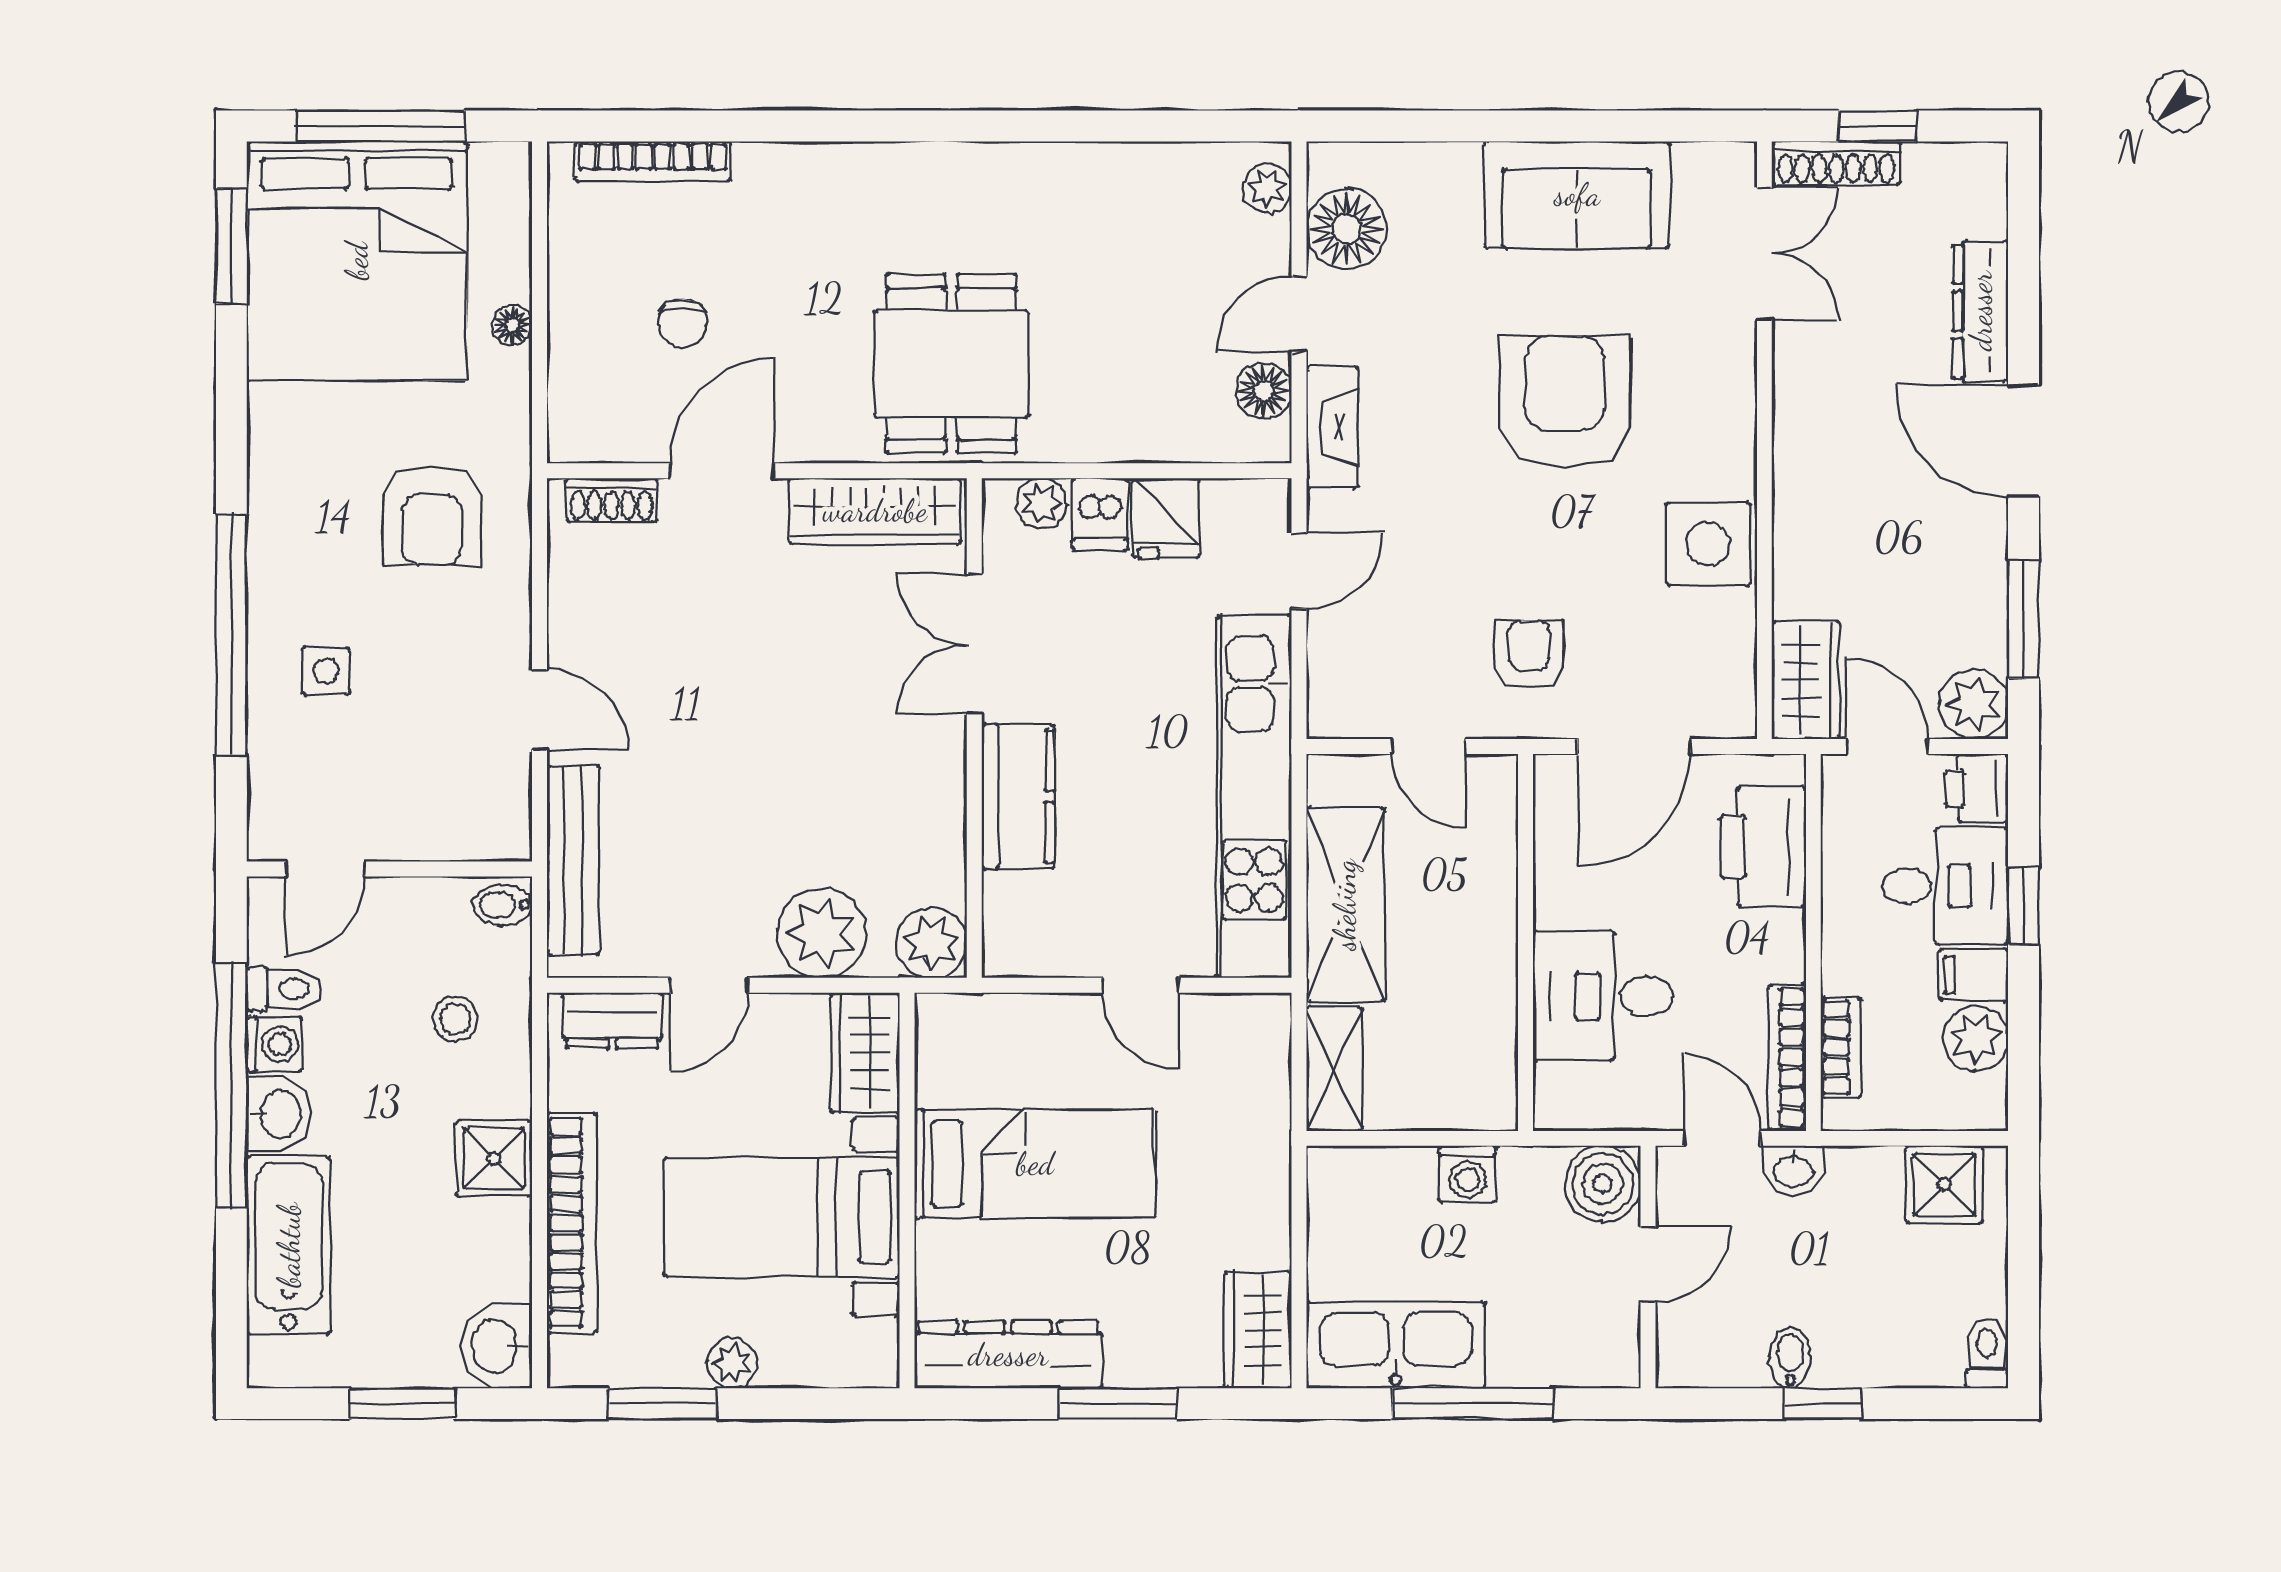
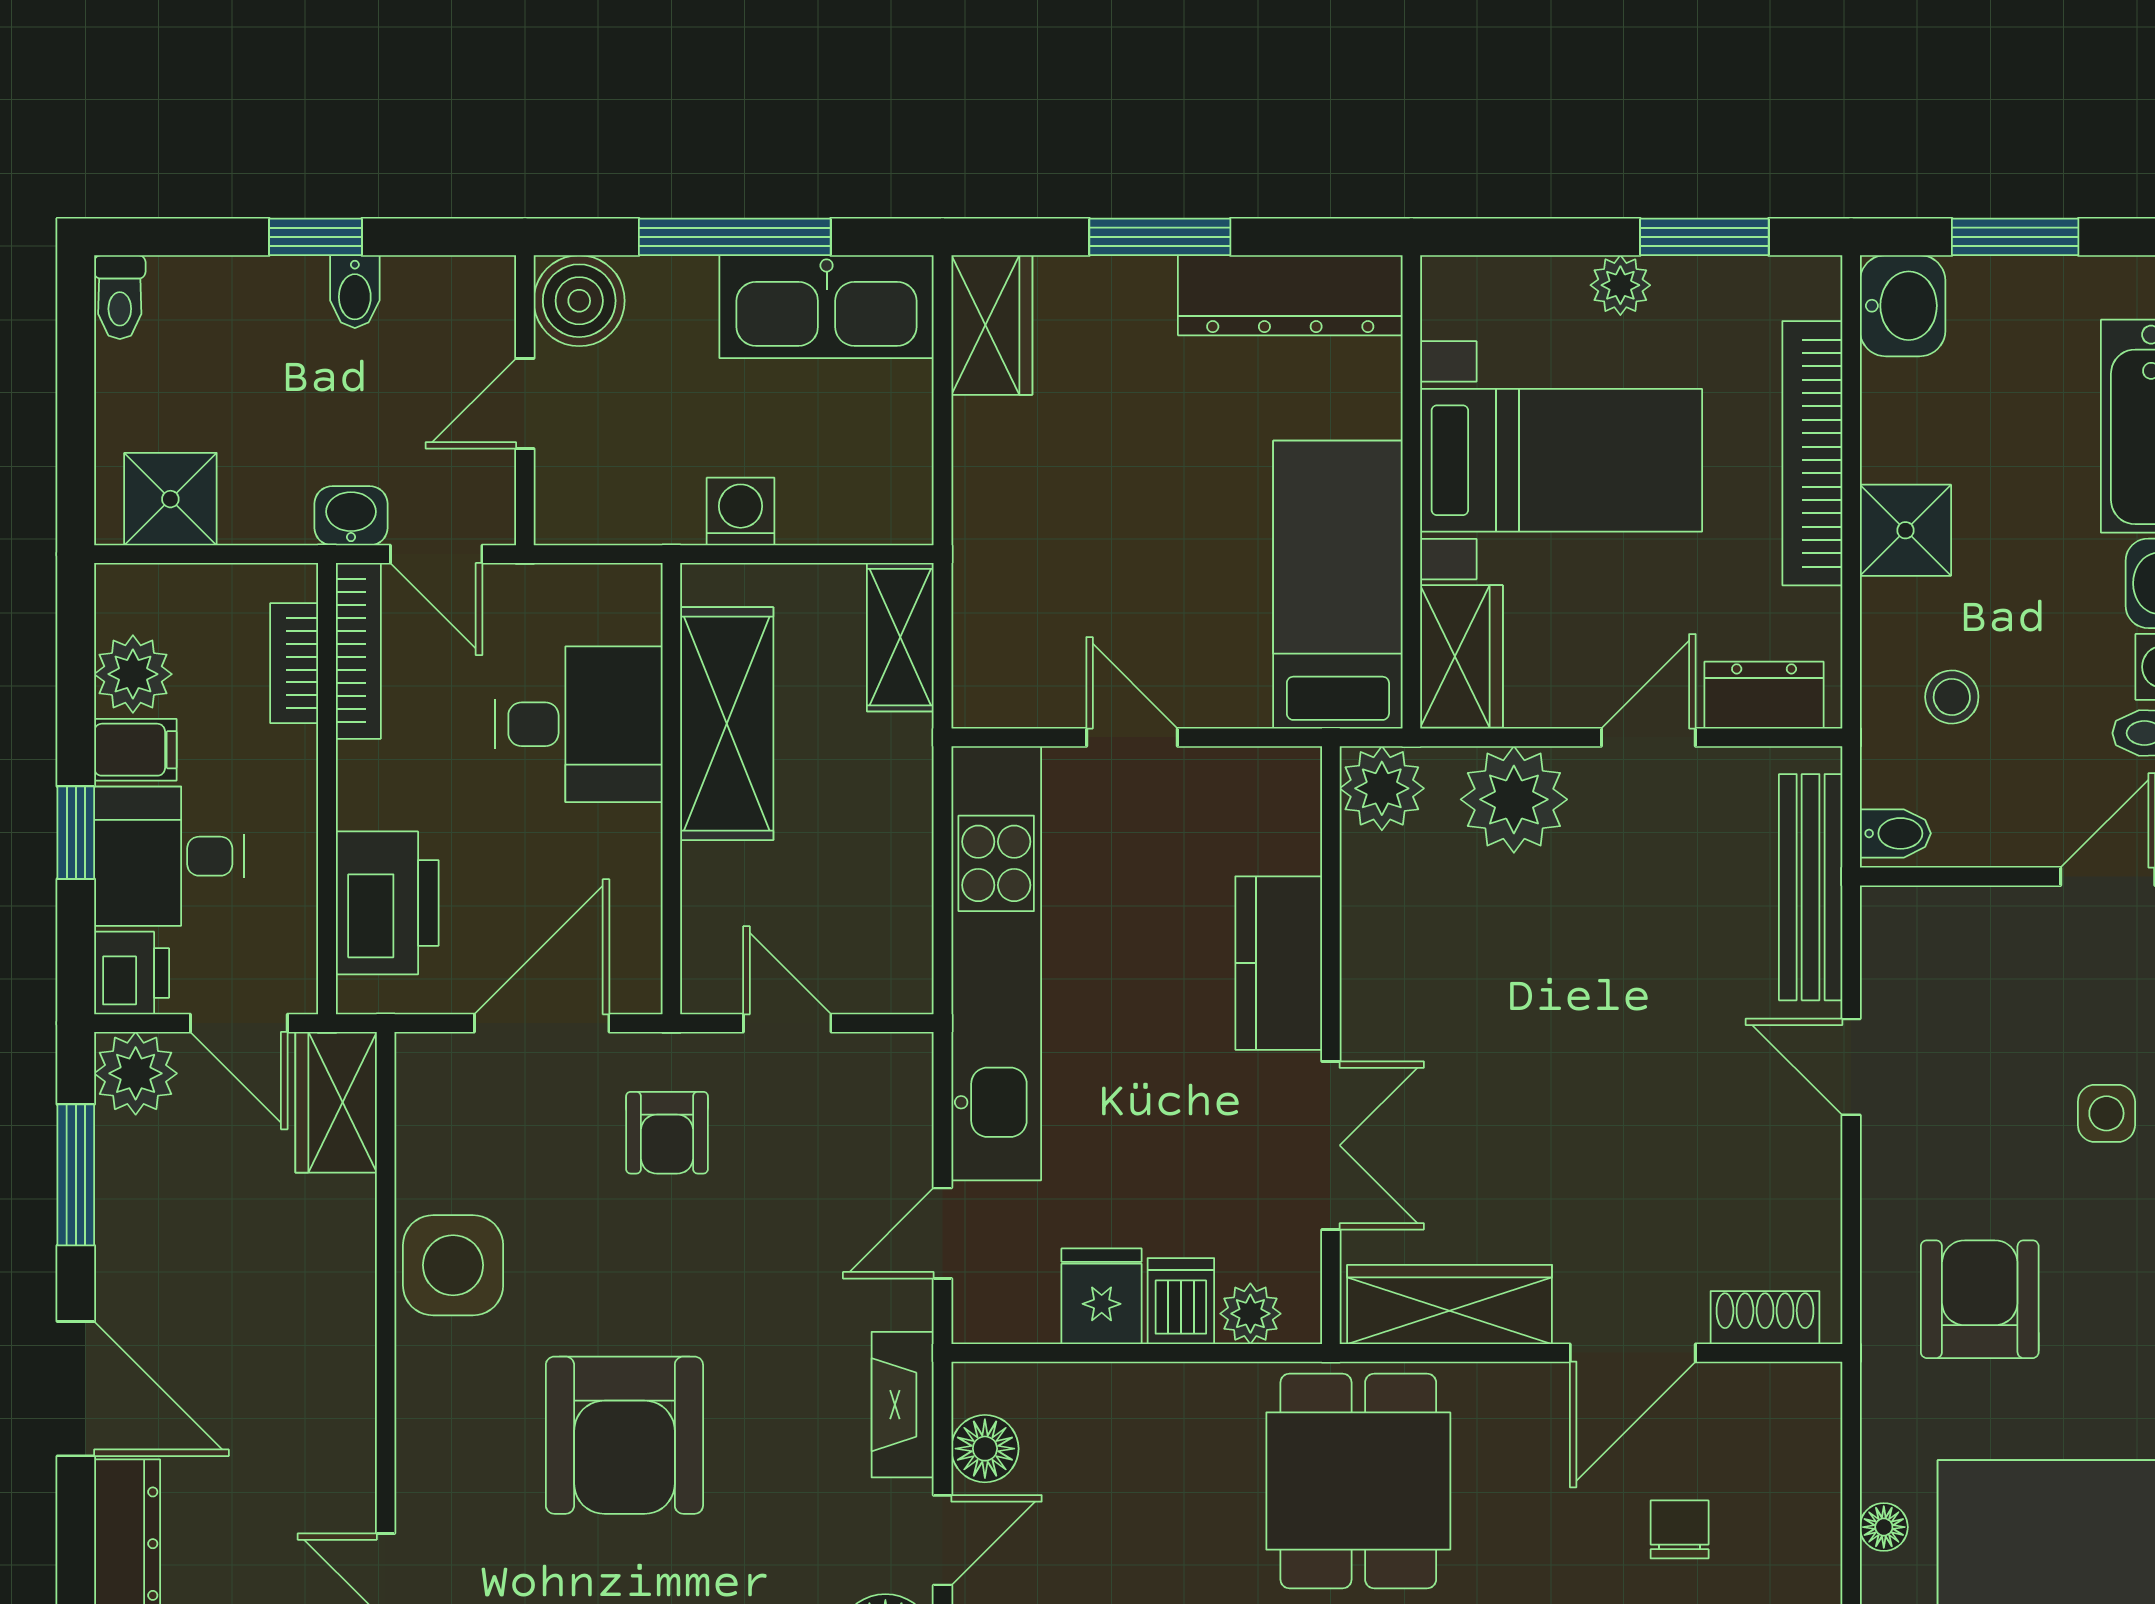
shelving: (1345, 905) -> (727, 724), moved
bed: (1035, 1164) -> (1338, 585), moved, turned 90
boiler: (1603, 1184) -> (579, 301), moved

